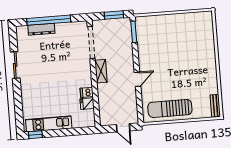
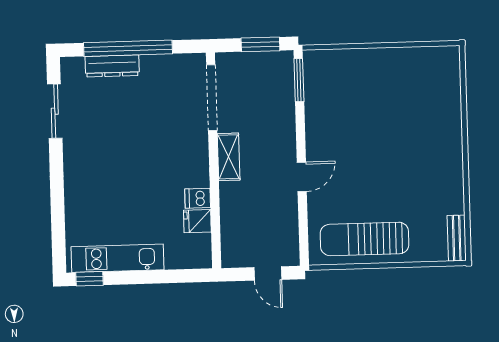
sliding door: (15, 65) -> (55, 111), moved

